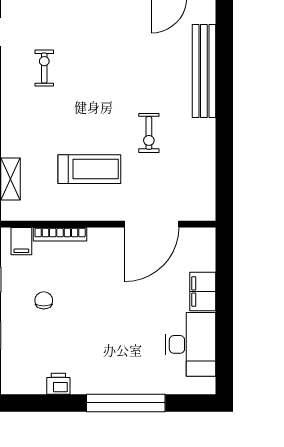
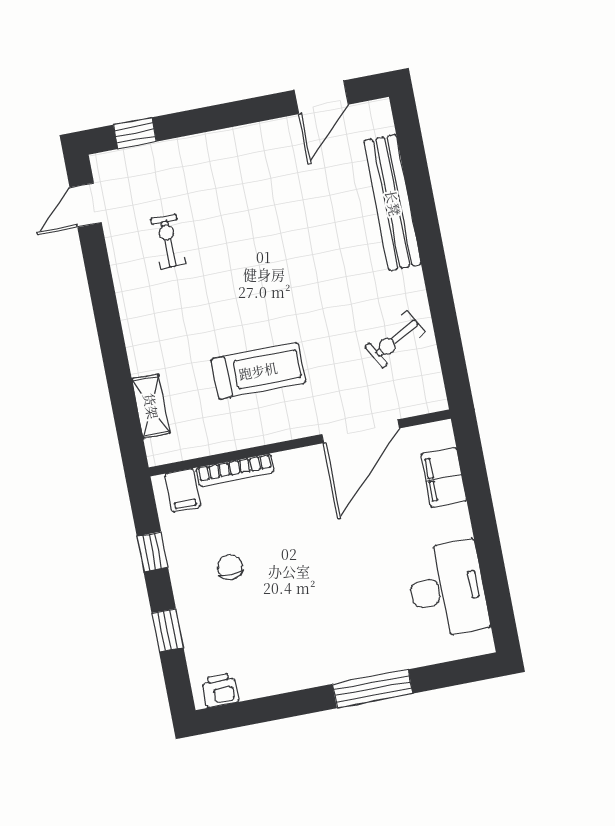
exercise bike: (149, 133) -> (395, 340), moved, turned 61
filing cabinet: (203, 292) -> (444, 477), moved
printer: (58, 384) -> (220, 690), moved
window: (126, 403) -> (373, 689), width x0.68

